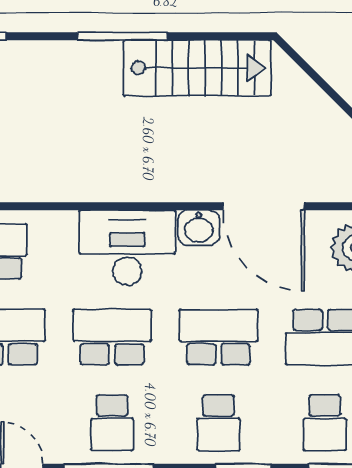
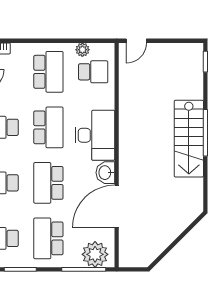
stairs: (197, 68) -> (189, 139), moved
school desk: (218, 337) -> (48, 183), turned 180

